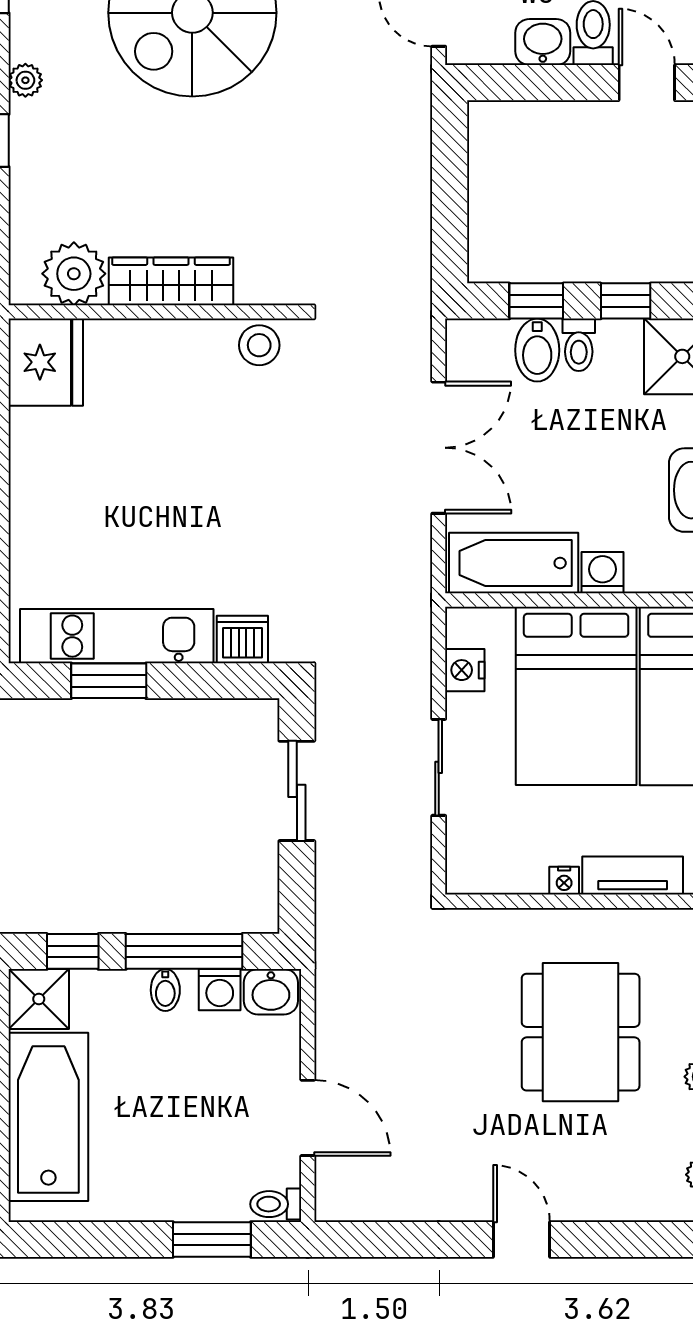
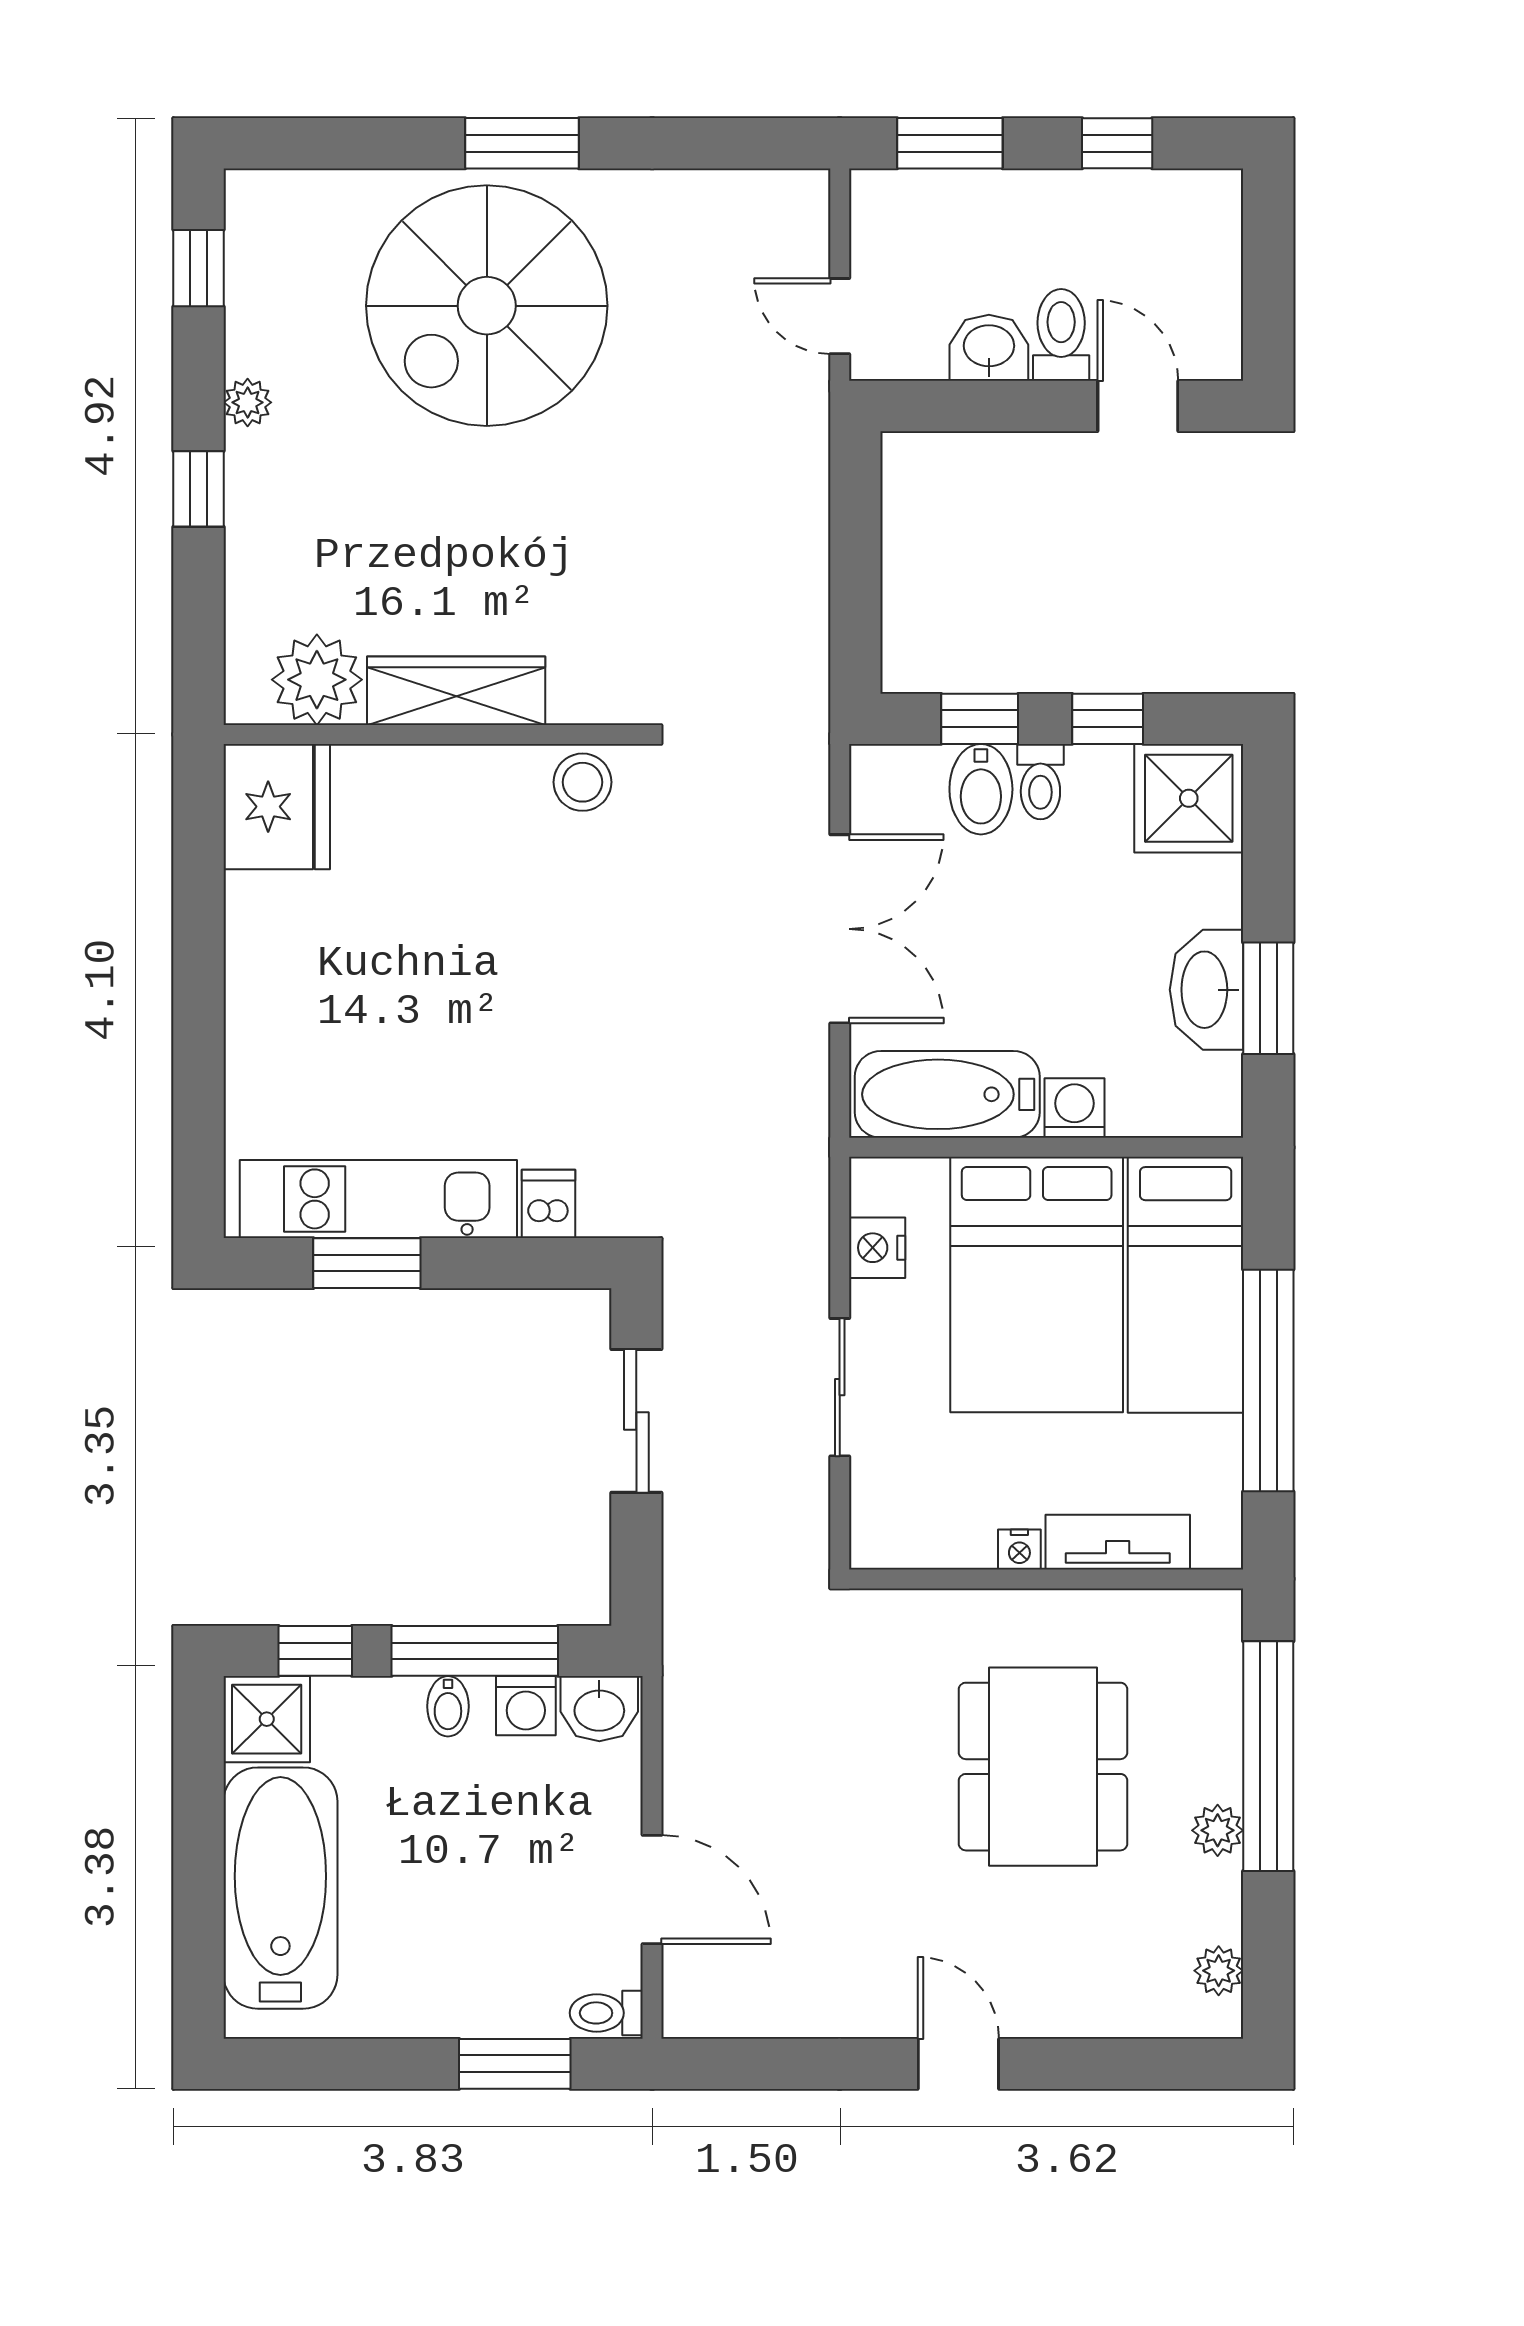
dishwasher: (242, 639) -> (549, 1204), width x0.73

